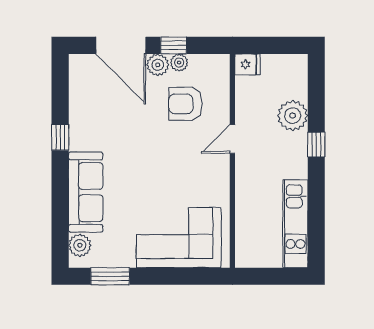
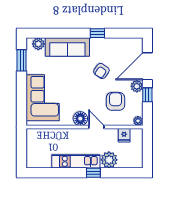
plant: (179, 63) -> (138, 121), moved
fridge: (248, 64) -> (124, 135), moved
armchair: (130, 130) -> (101, 71), added
floor lamp: (217, 168) -> (80, 119), added
kitchen unit: (295, 224) -> (76, 161), moved

